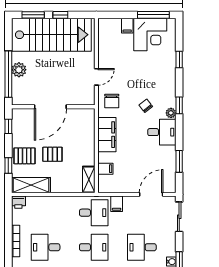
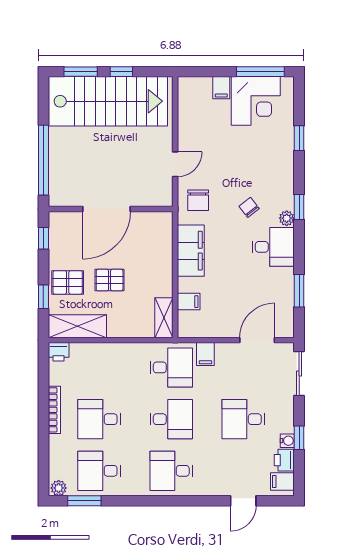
plant: (19, 70) -> (59, 154), removed

